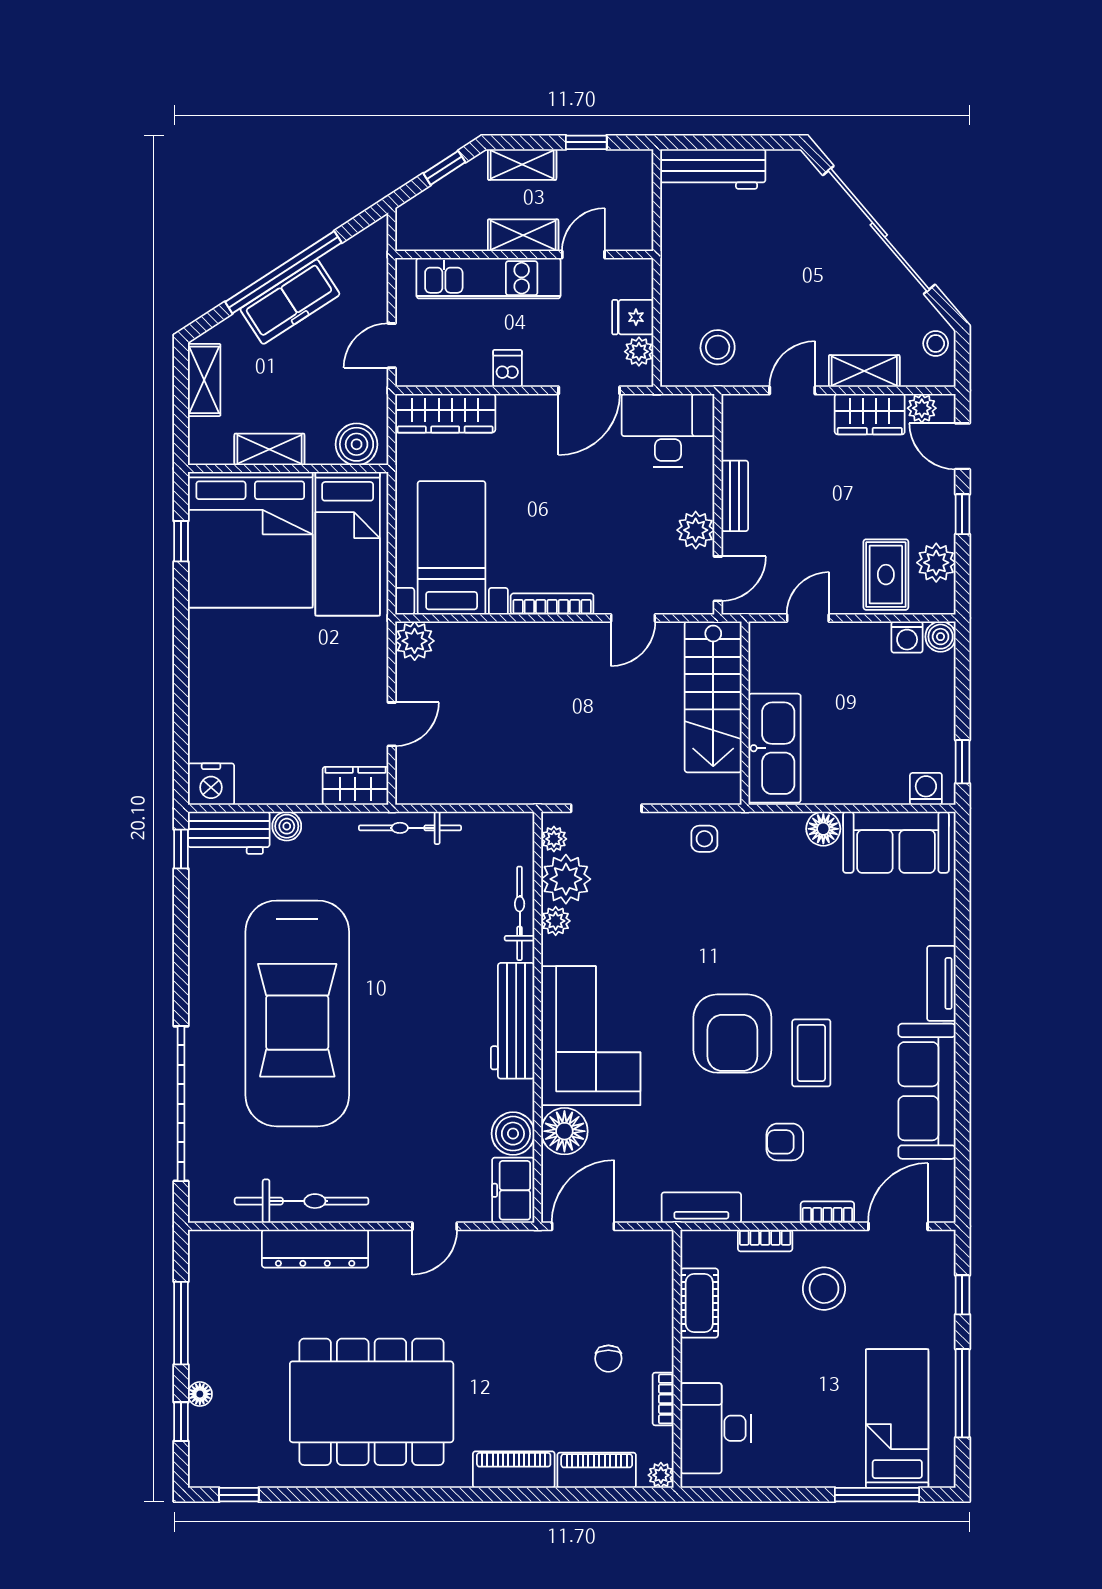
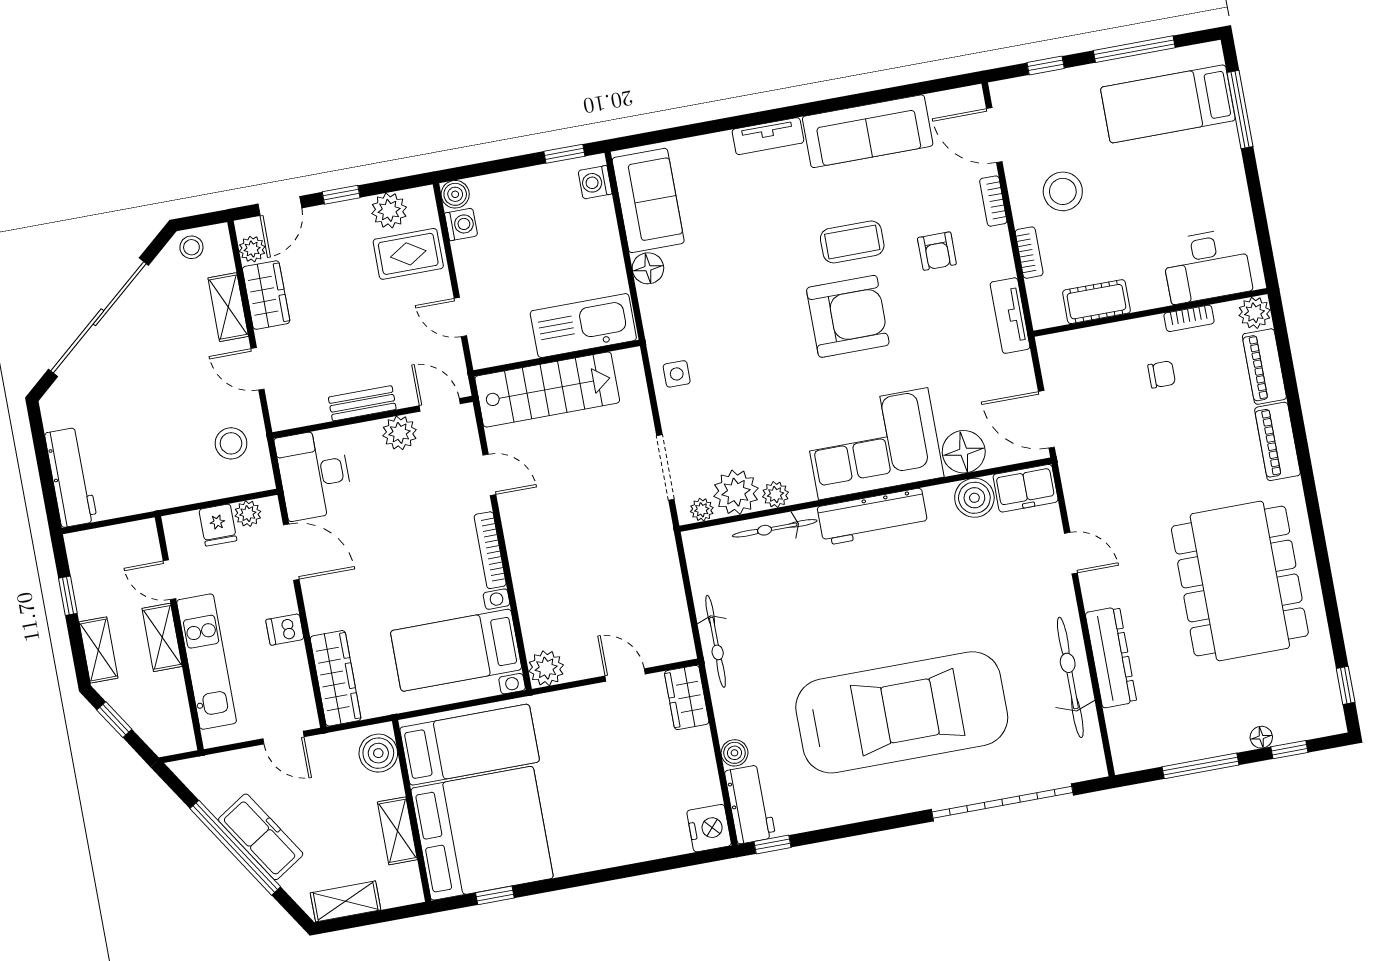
plant: (661, 1475) -> (1255, 313), width x1.38, depth x1.38

